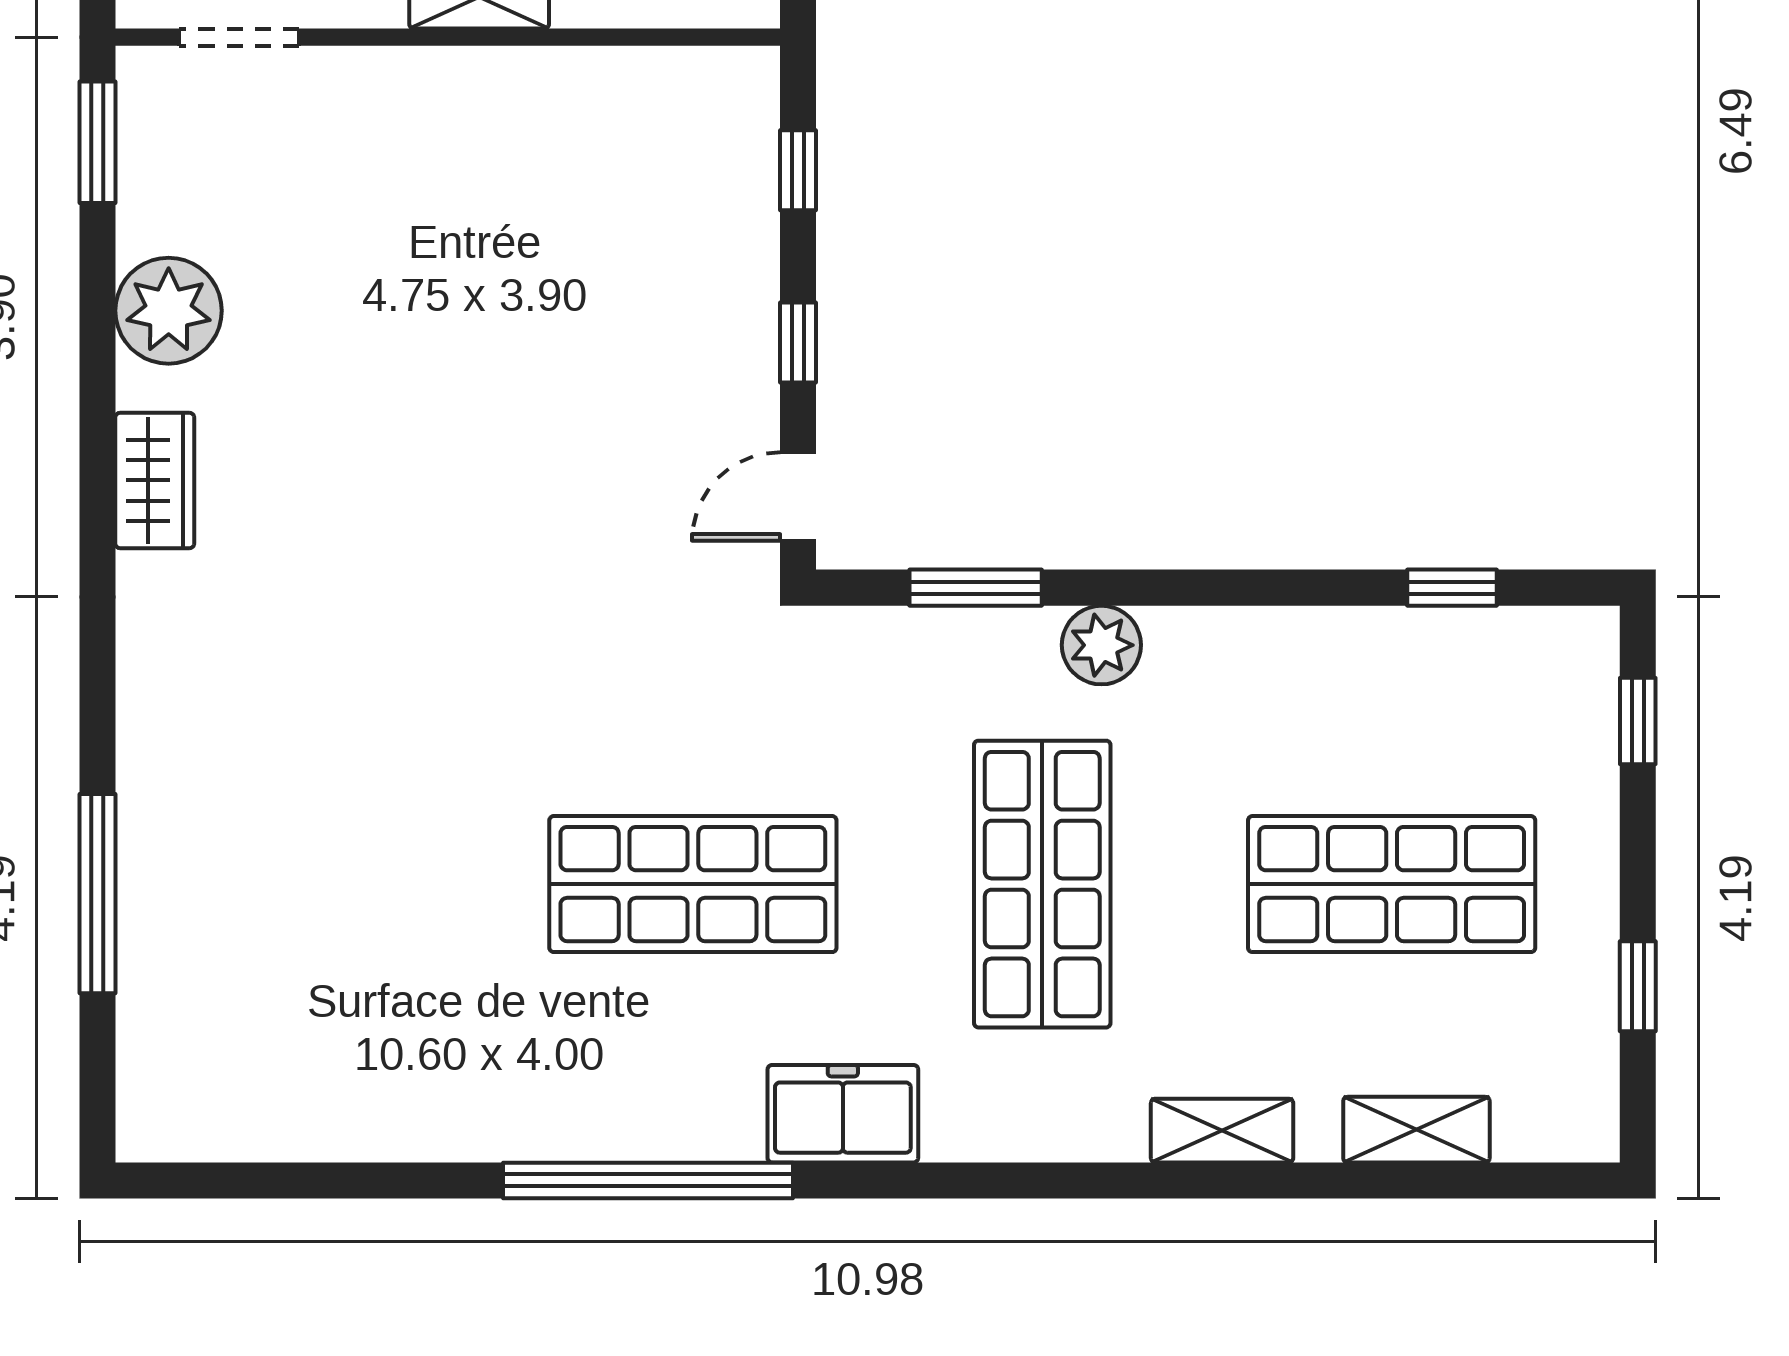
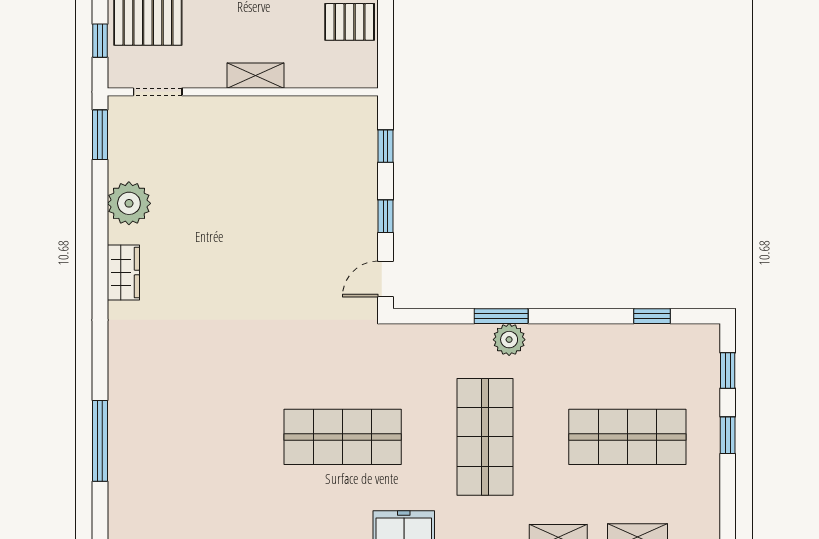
window: (976, 588) -> (501, 316), moved
window: (1638, 986) -> (728, 435), moved

